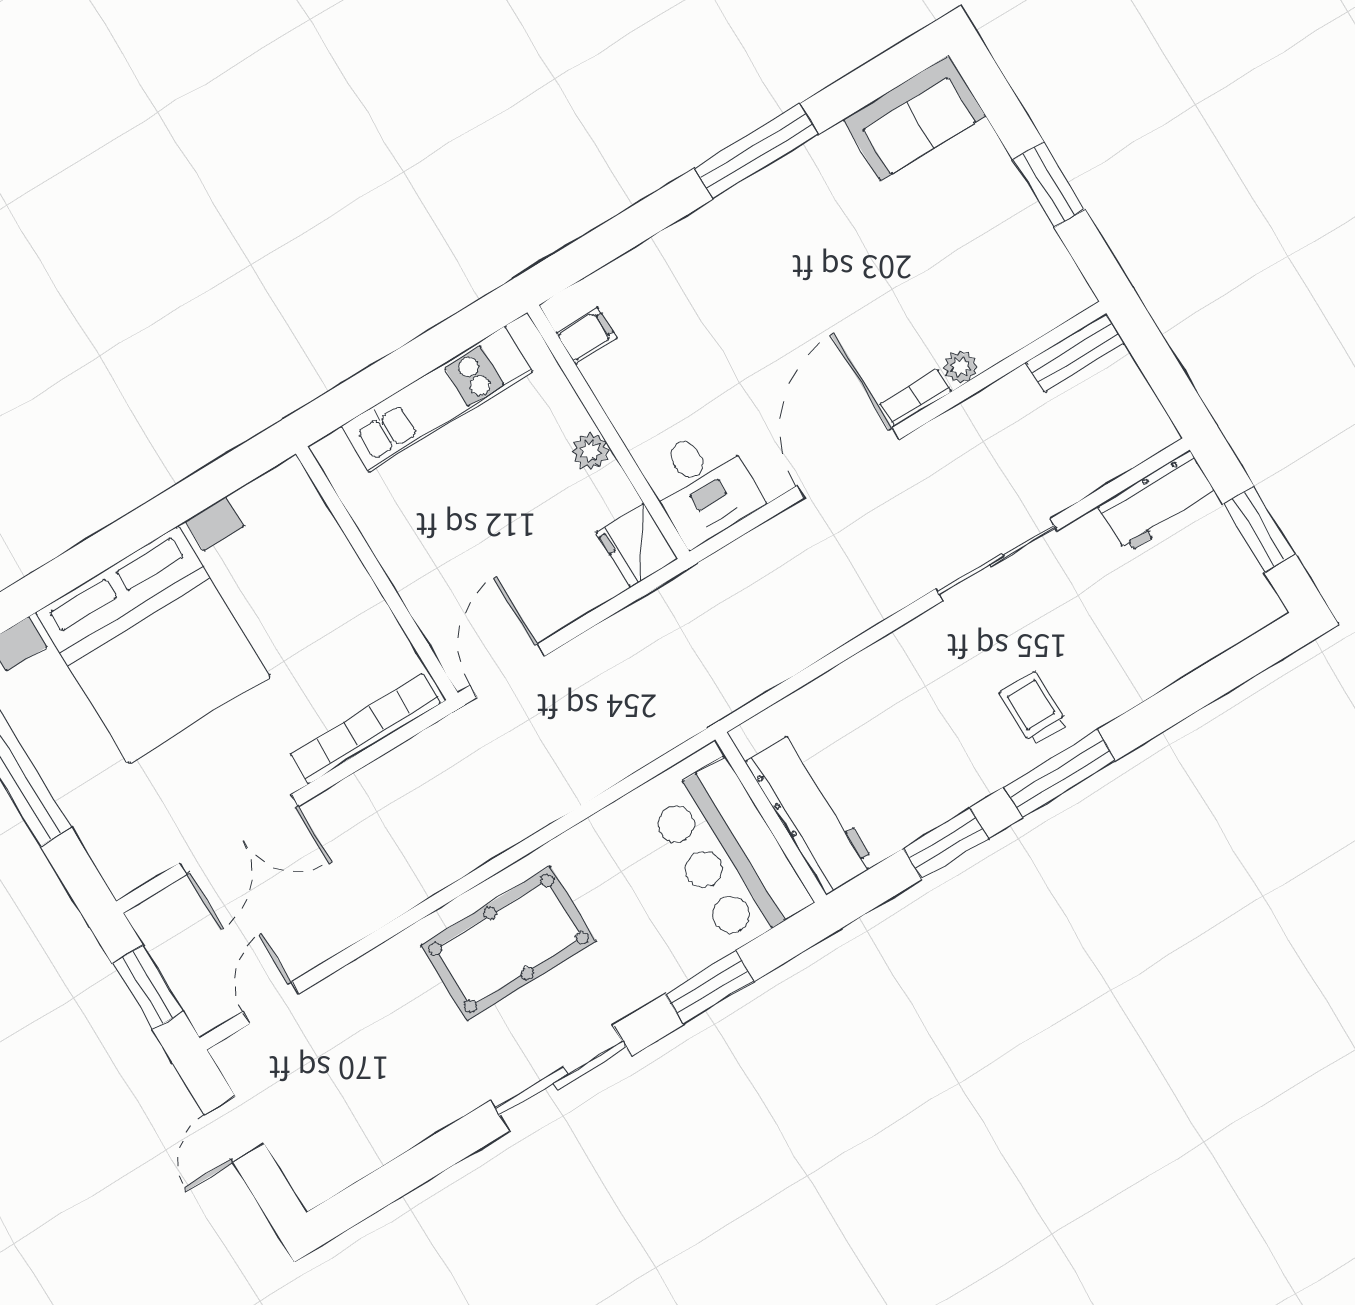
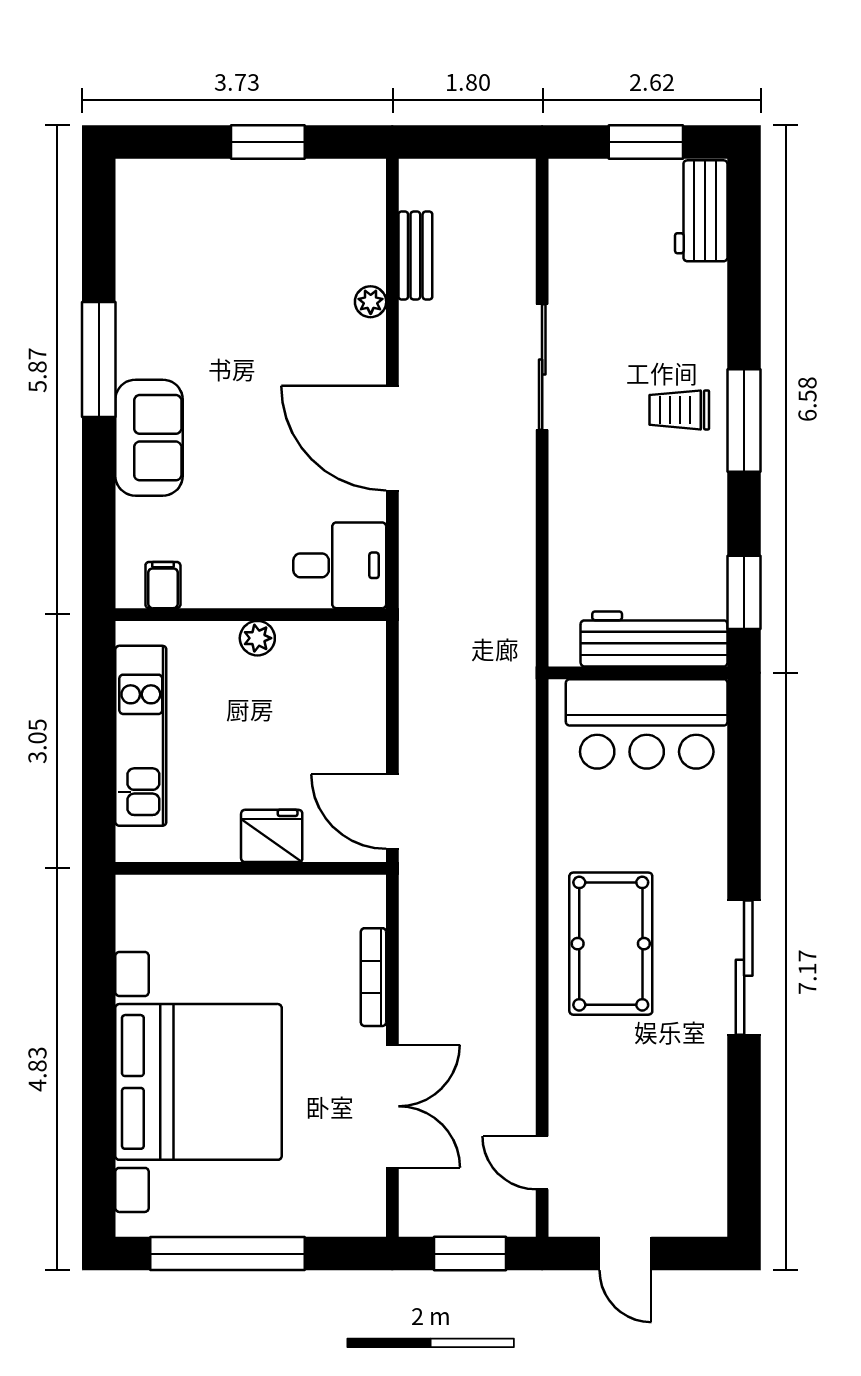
sofa: (914, 118) -> (149, 438), moved
bench: (1076, 353) -> (415, 255), moved
bookcase: (916, 398) -> (373, 352), removed
workbench: (1158, 502) -> (701, 211), moved, turned 180
fridge: (637, 546) -> (272, 836), moved, turned 180
bookcase: (365, 729) -> (373, 977), width x0.68, depth x0.76
window: (946, 843) -> (744, 592), moved
window: (710, 987) -> (744, 804), removed

